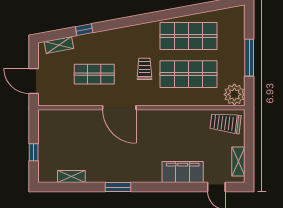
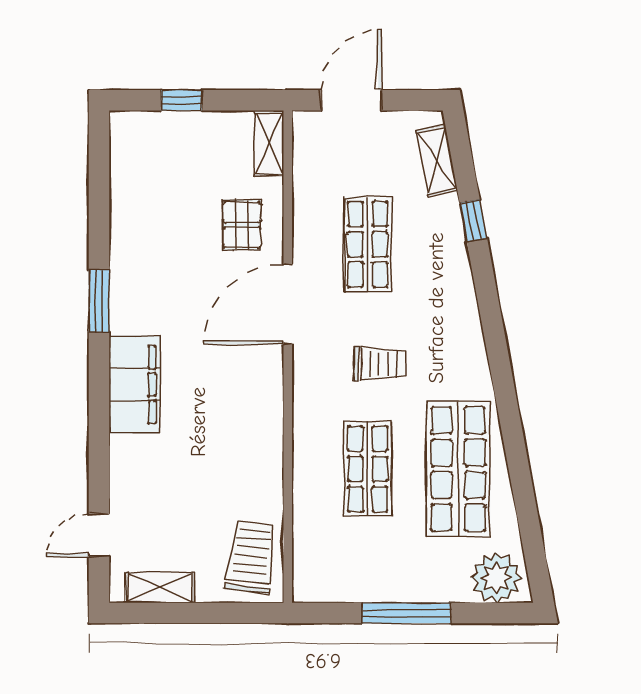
shop shelf: (189, 74) -> (368, 469), width x0.70, depth x0.74
plant: (234, 94) -> (496, 578), moved
pallet: (86, 127) -> (242, 225), added
filing cabinet: (183, 172) -> (134, 385), moved
shelving: (71, 177) -> (269, 143), moved

